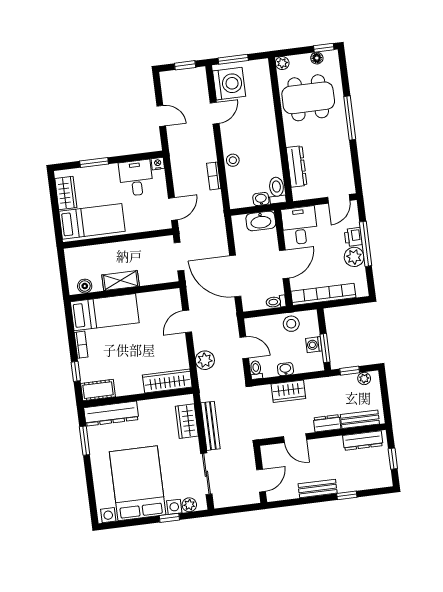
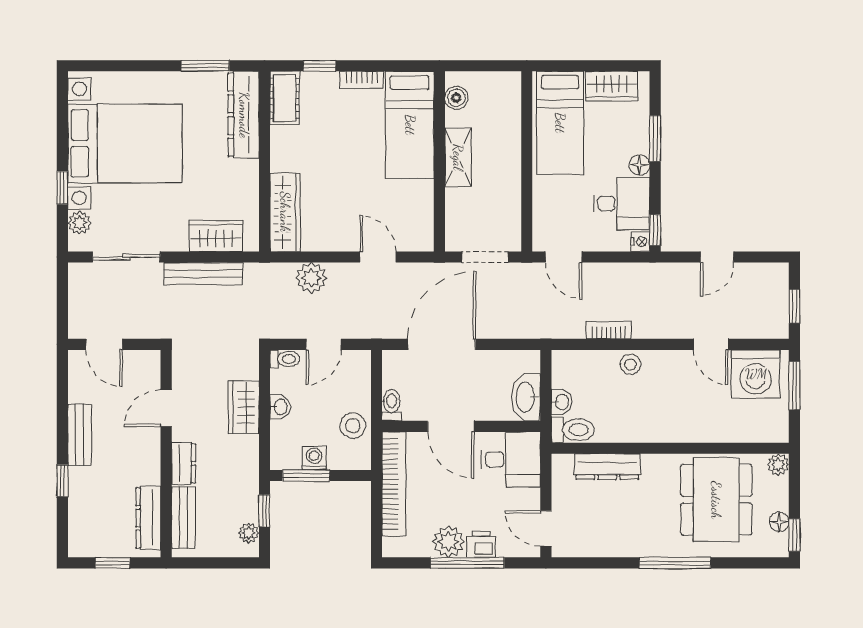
window: (150, 156) -> (655, 230), added
floor lamp: (111, 170) -> (640, 165), added

